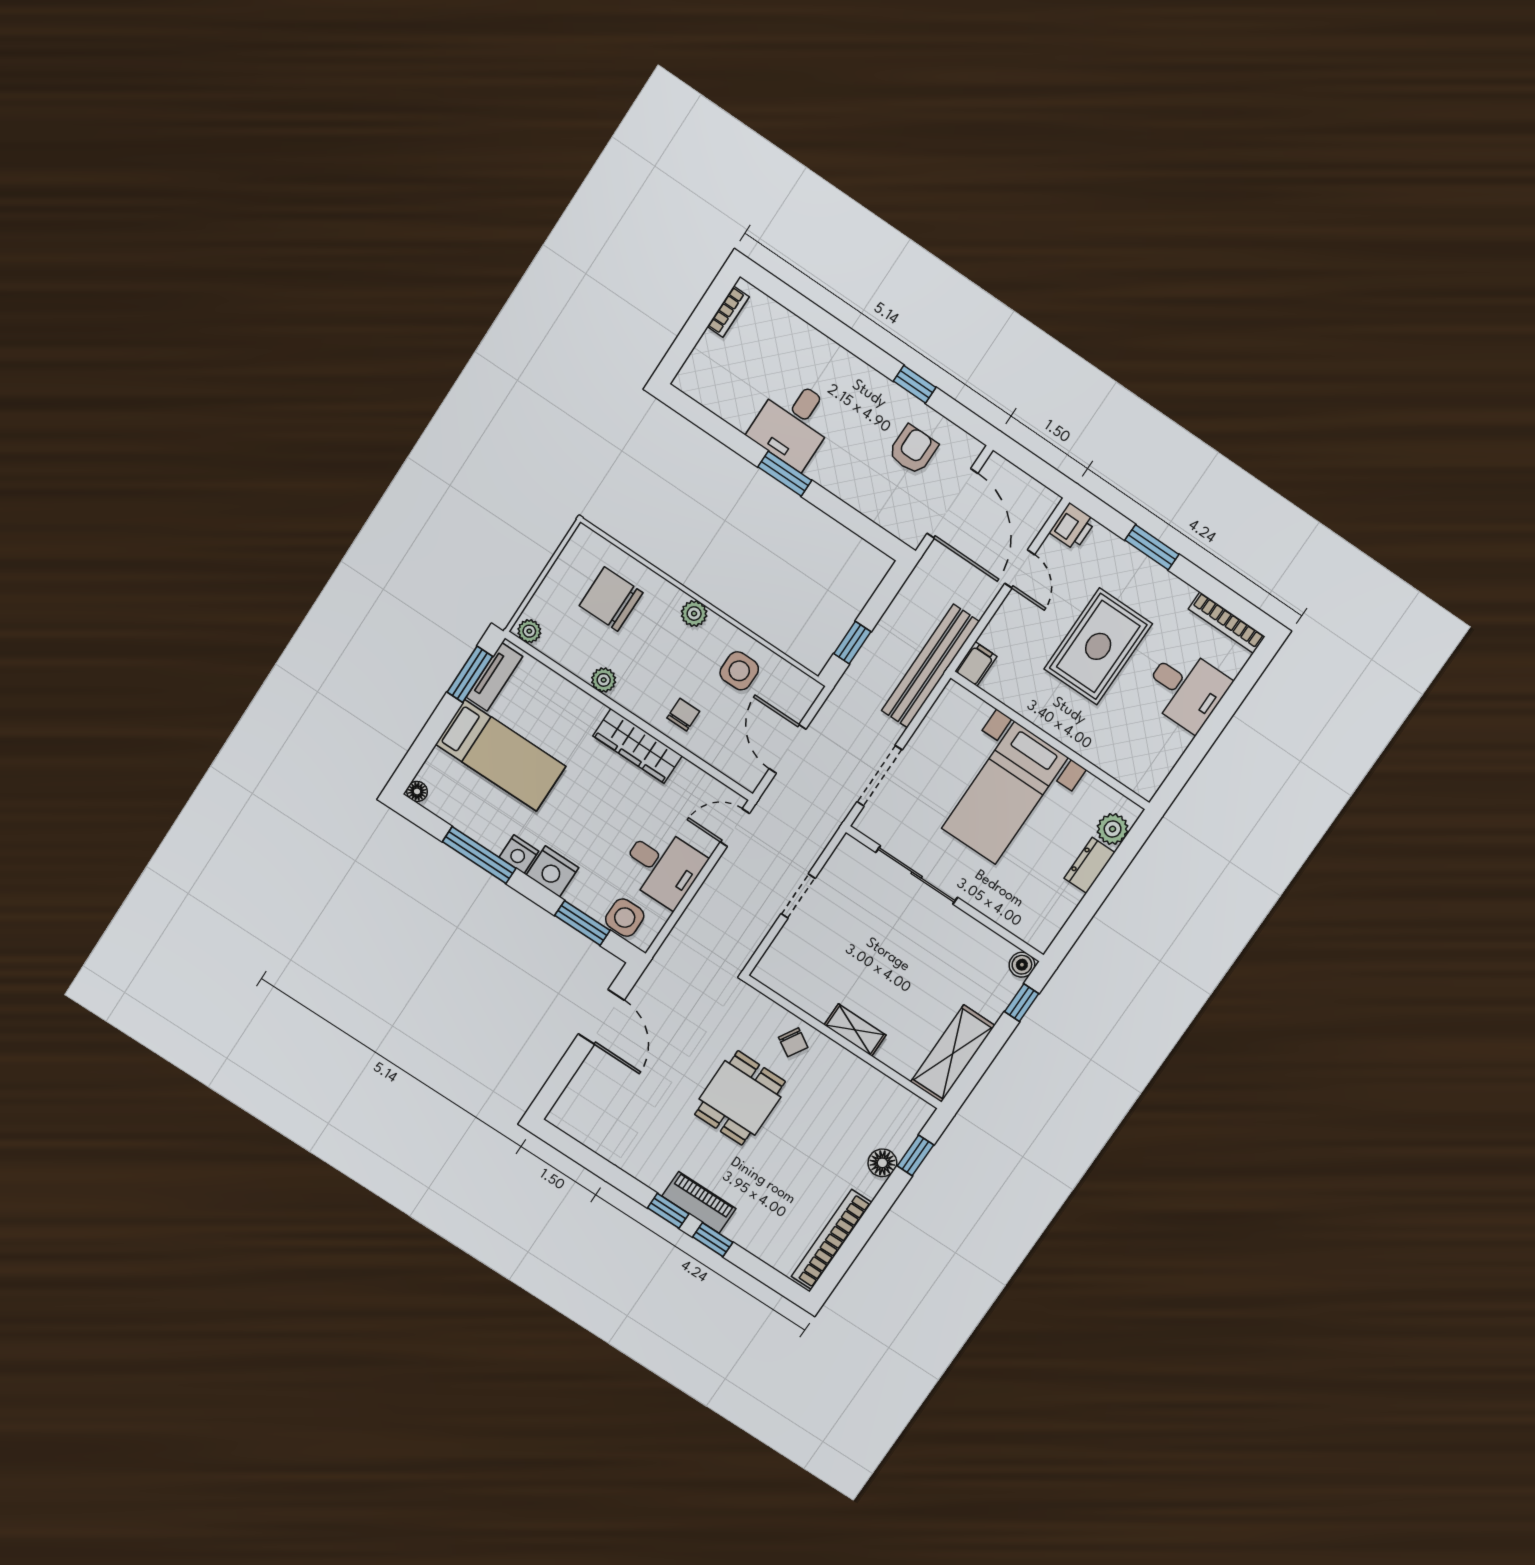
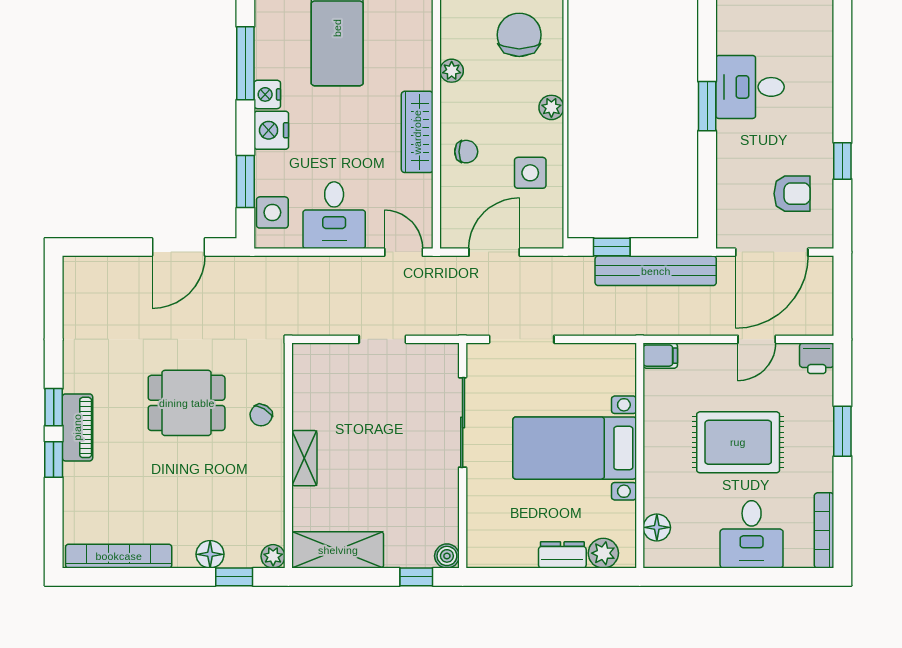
bench: (930, 666) -> (656, 271), moved
floor lamp: (1123, 768) -> (657, 527), added
plant: (921, 1112) -> (273, 556), added

